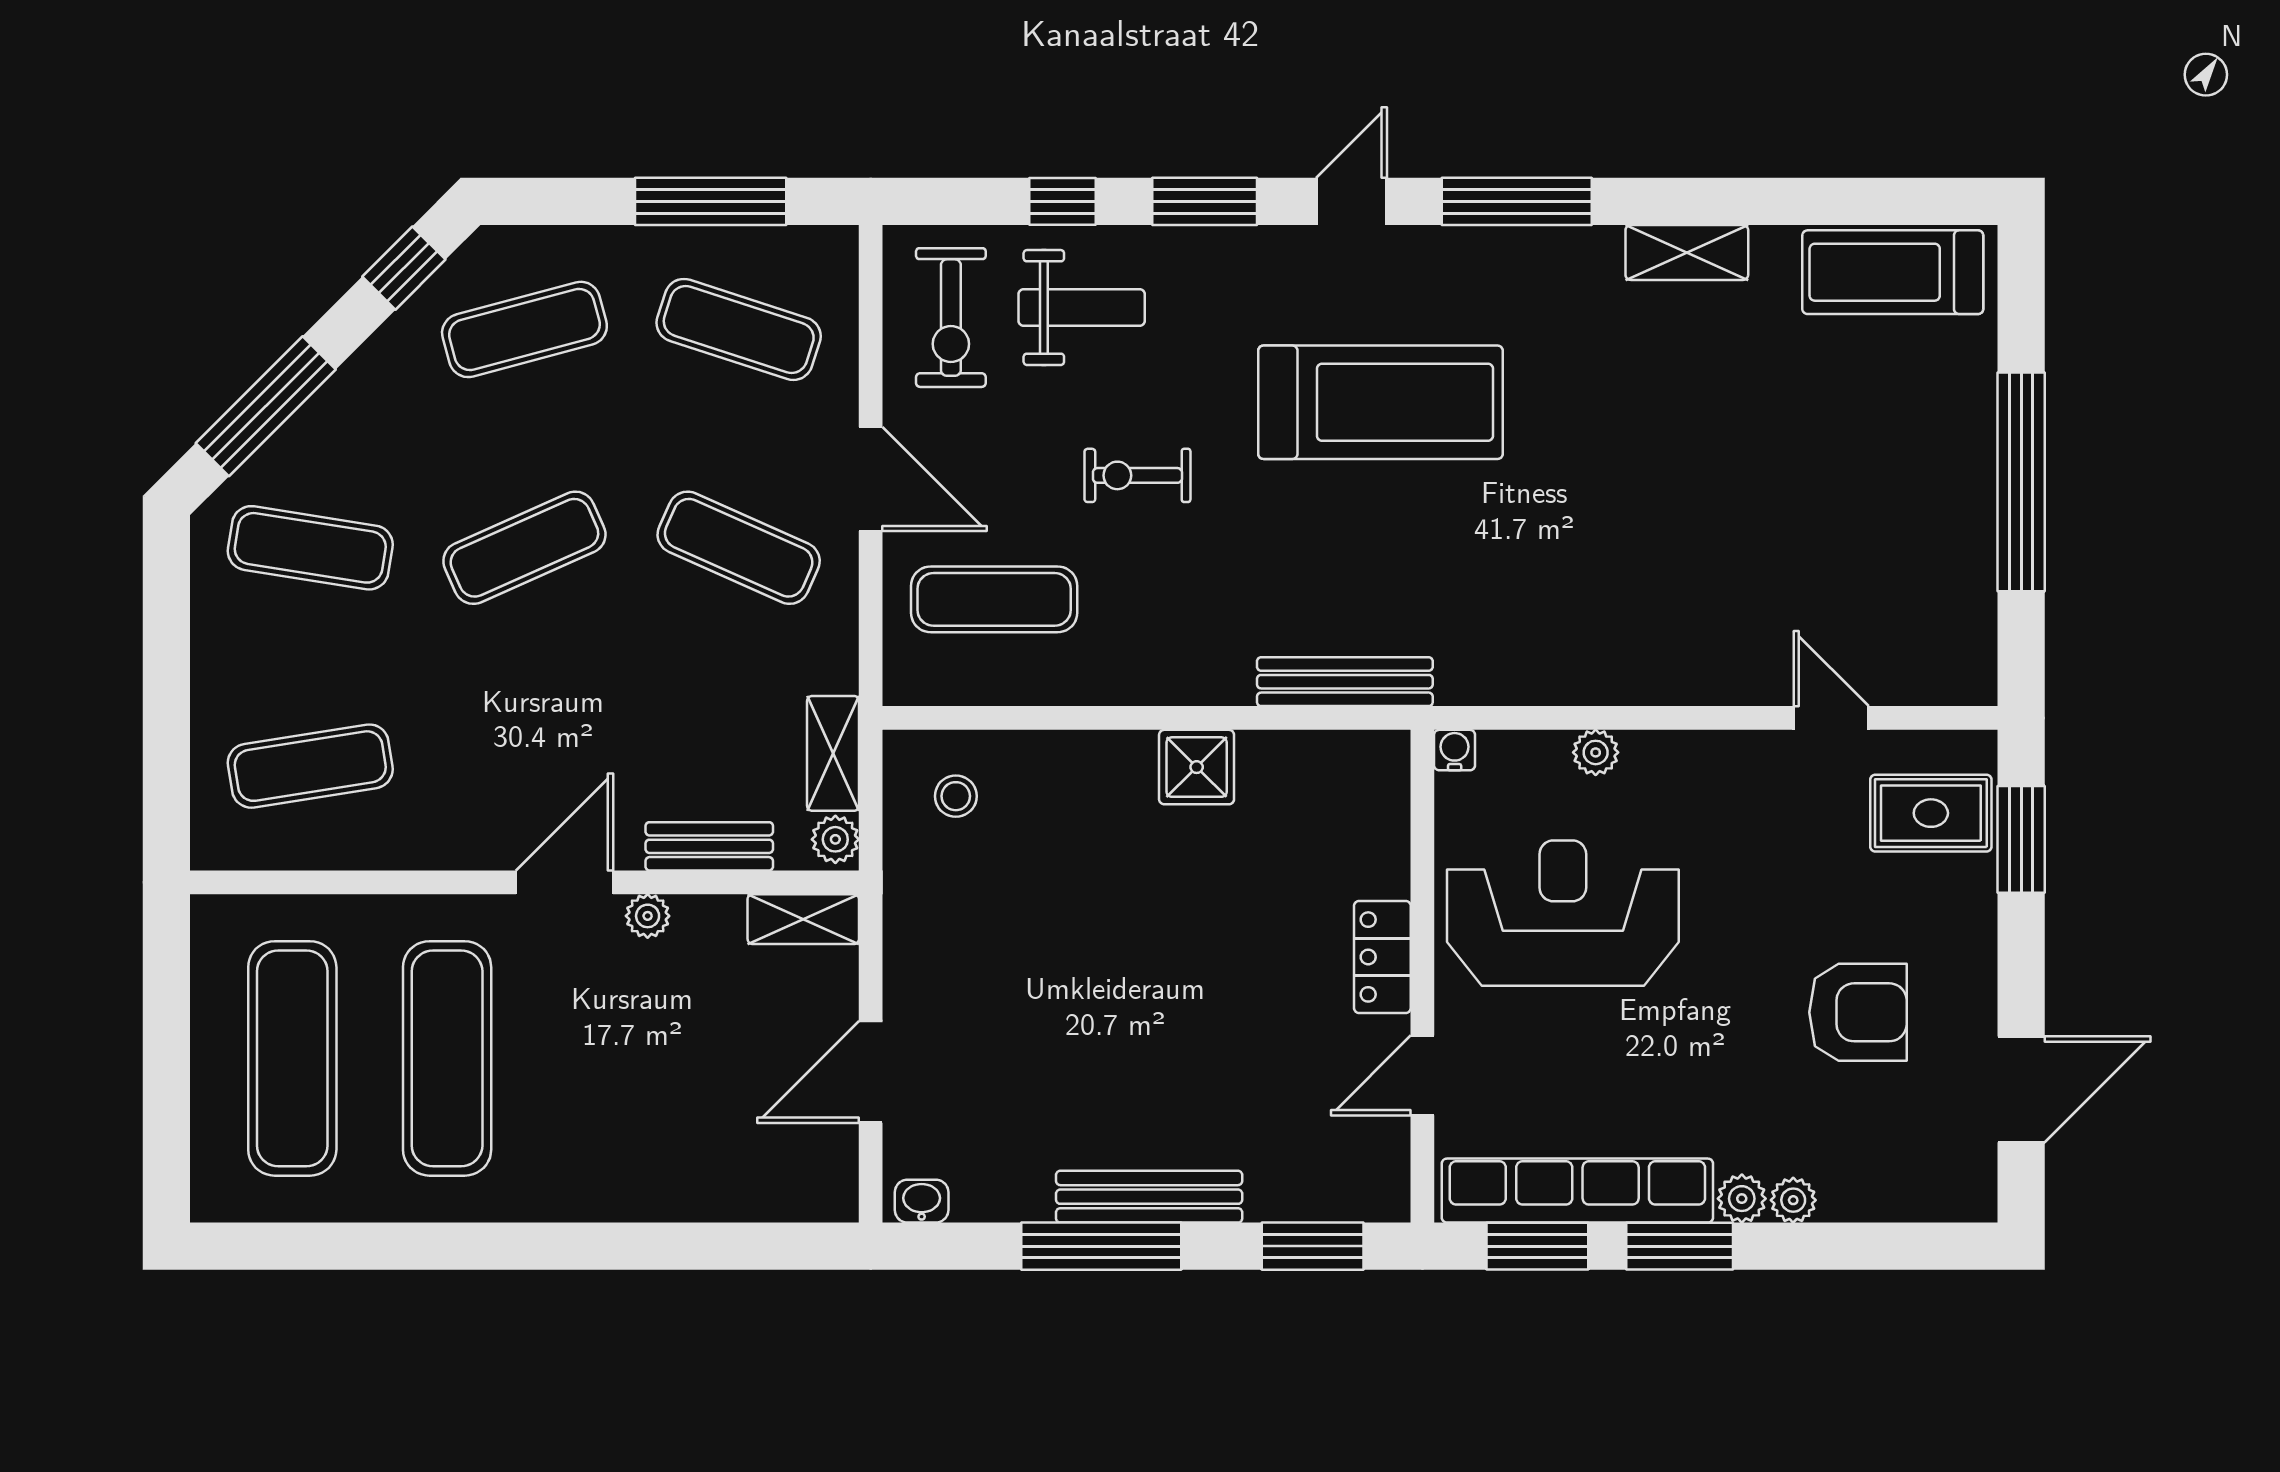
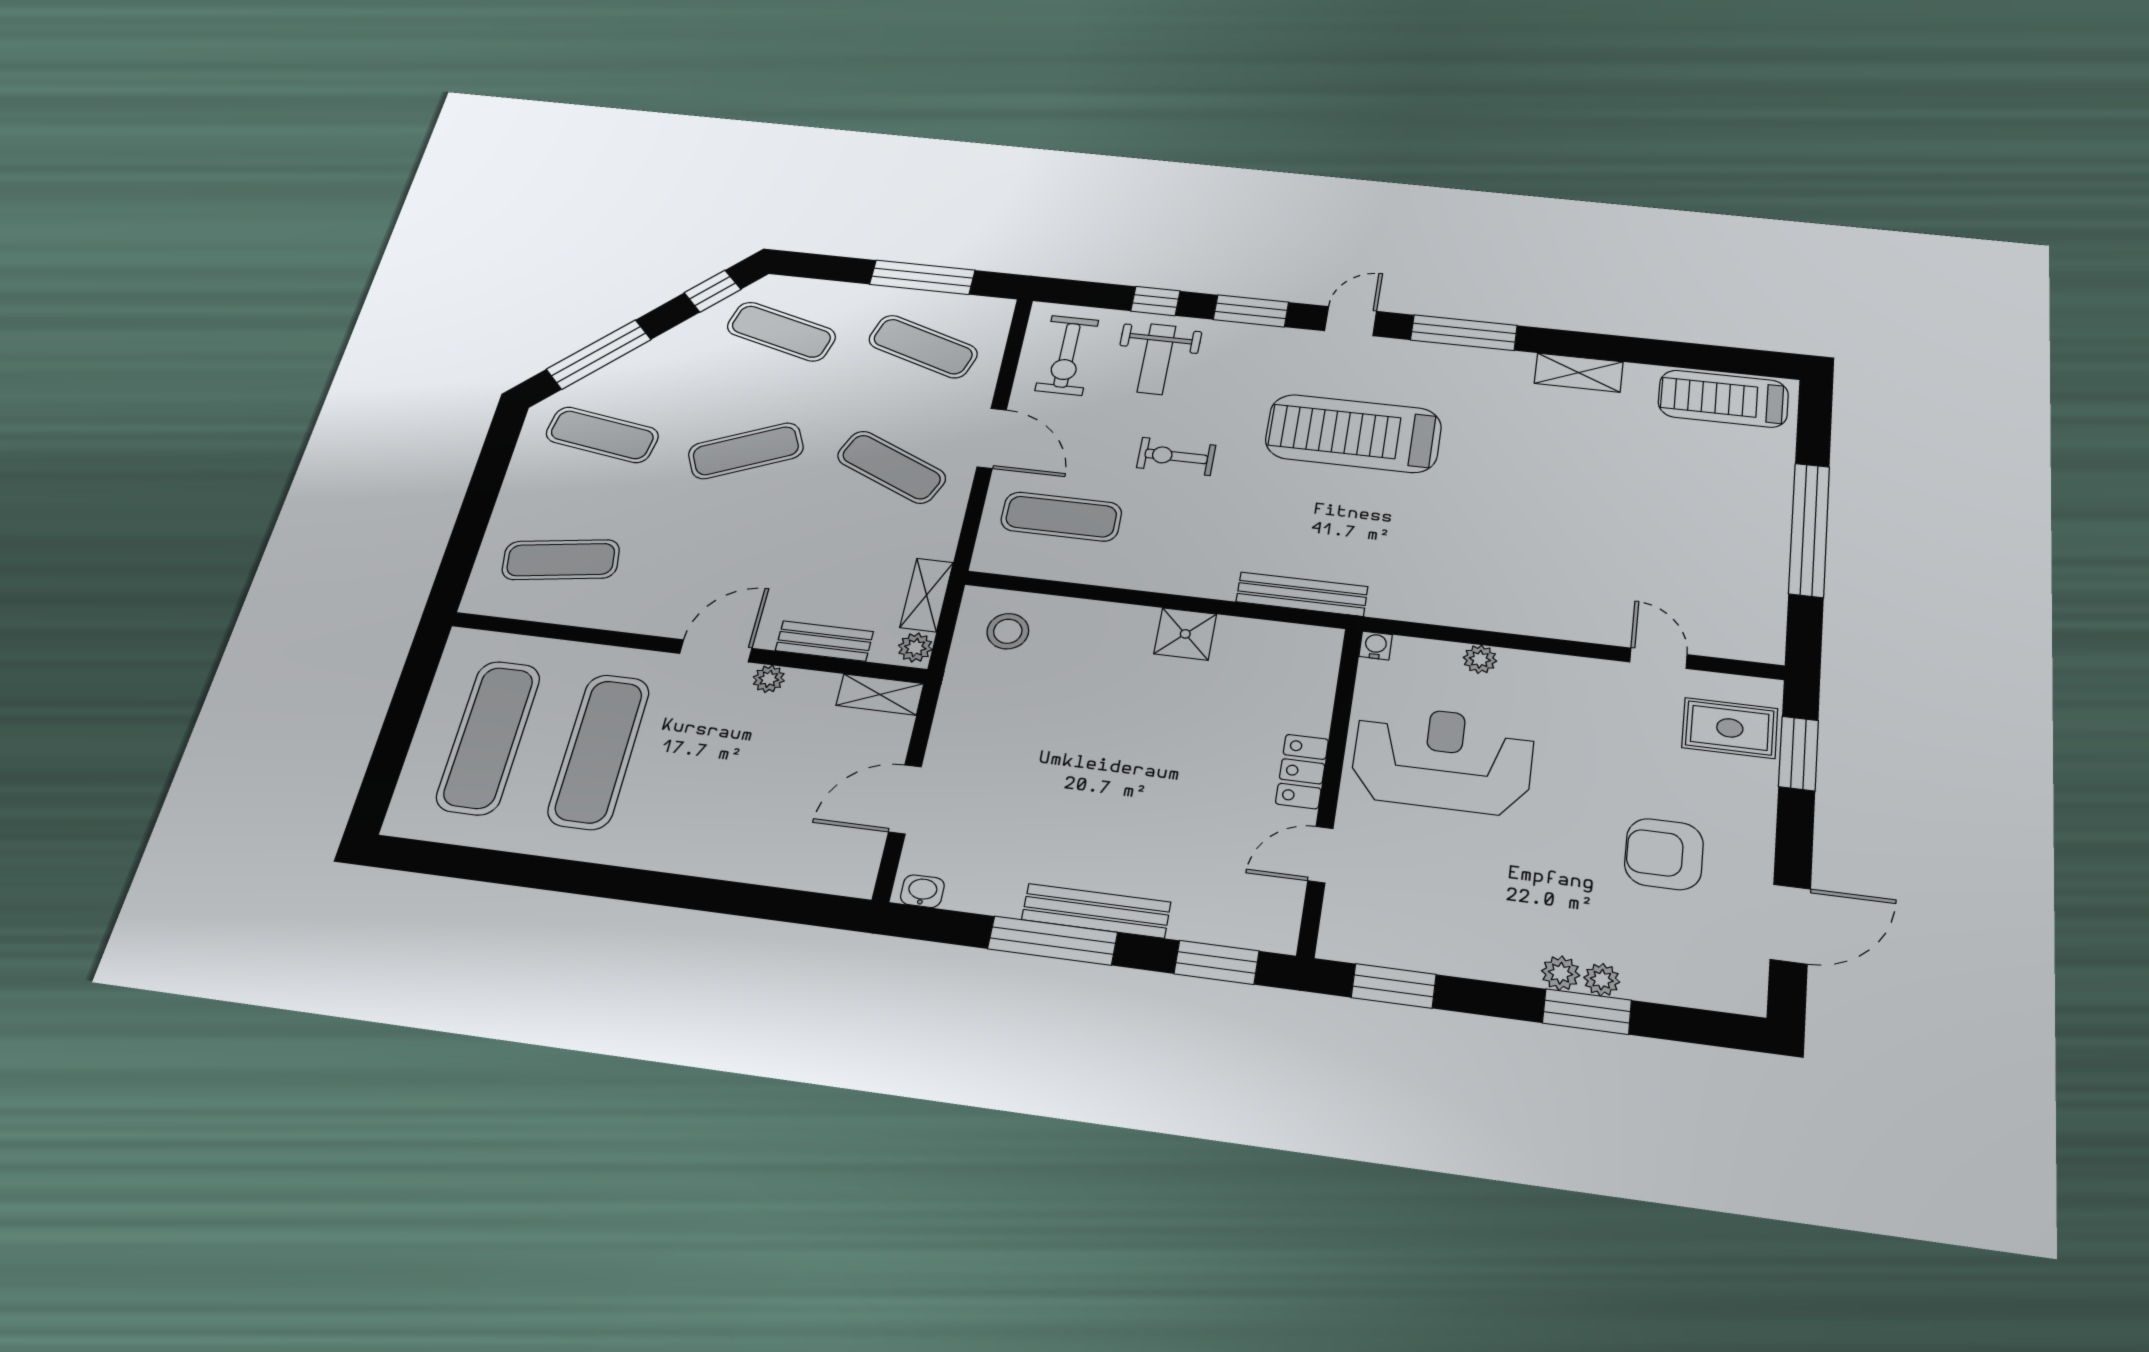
weight bench: (1082, 308) -> (1157, 359), turned 90
exercise mat: (524, 329) -> (781, 332), turned 30
treadmill: (1381, 402) -> (1353, 433), turned 180
stool: (956, 796) -> (1008, 631), width x1.37, depth x1.37
armchair: (1858, 1012) -> (1664, 854), turned 180
row of seats: (1577, 1191) -> (1430, 950), removed
window: (1680, 1246) -> (1587, 1012), moved

